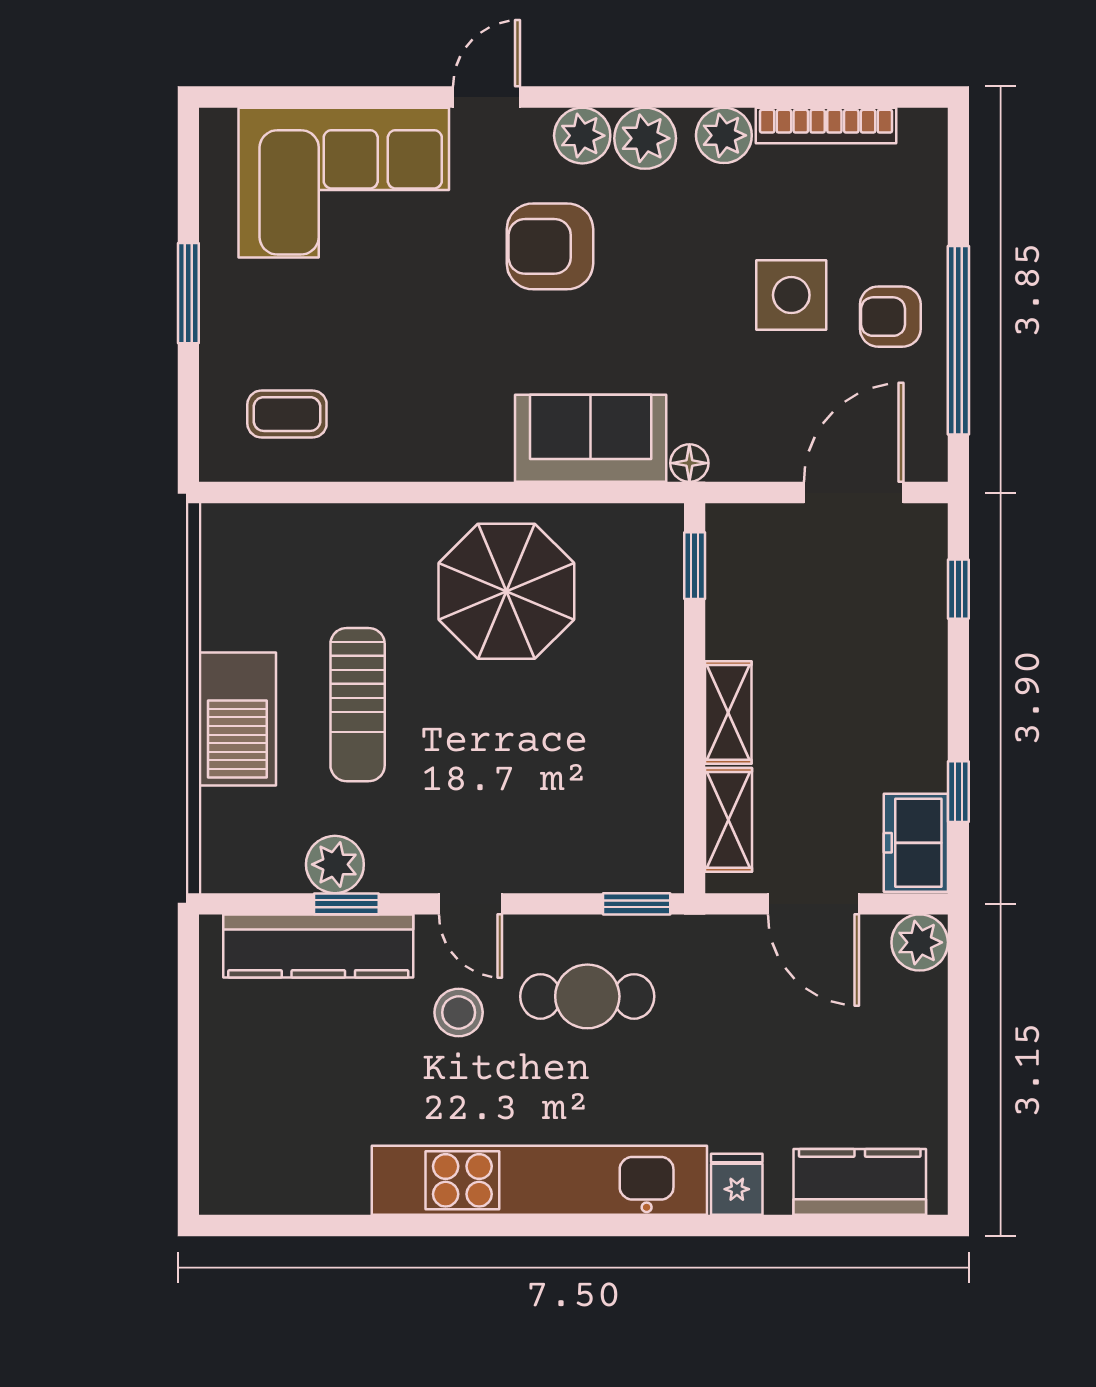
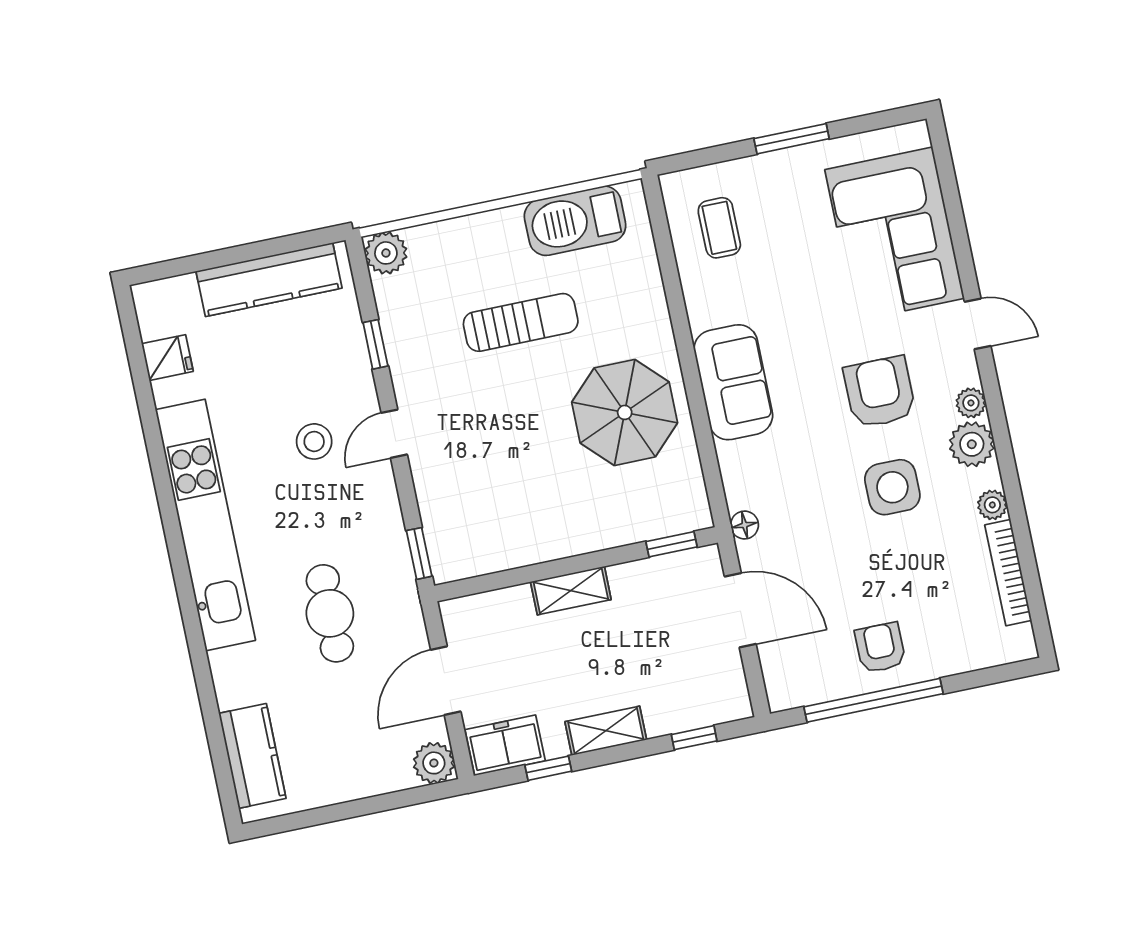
plant: (724, 135) -> (992, 505), width x0.73, depth x0.73
plant: (582, 136) -> (971, 403), width x0.73, depth x0.73
side table: (791, 295) -> (892, 487), moved
sofa: (591, 438) -> (733, 382), moved
door: (854, 493) -> (740, 610), moved
sun lounger: (358, 705) -> (521, 322), turned 180
barbecue: (237, 719) -> (575, 221), moved
shelving: (729, 820) -> (606, 731), moved
plant: (335, 864) -> (386, 253), moved
kitchen counter: (318, 946) -> (269, 280), moved, turned -90
cafe table: (587, 996) -> (330, 613), moved
fridge: (737, 1184) -> (167, 358), moved

